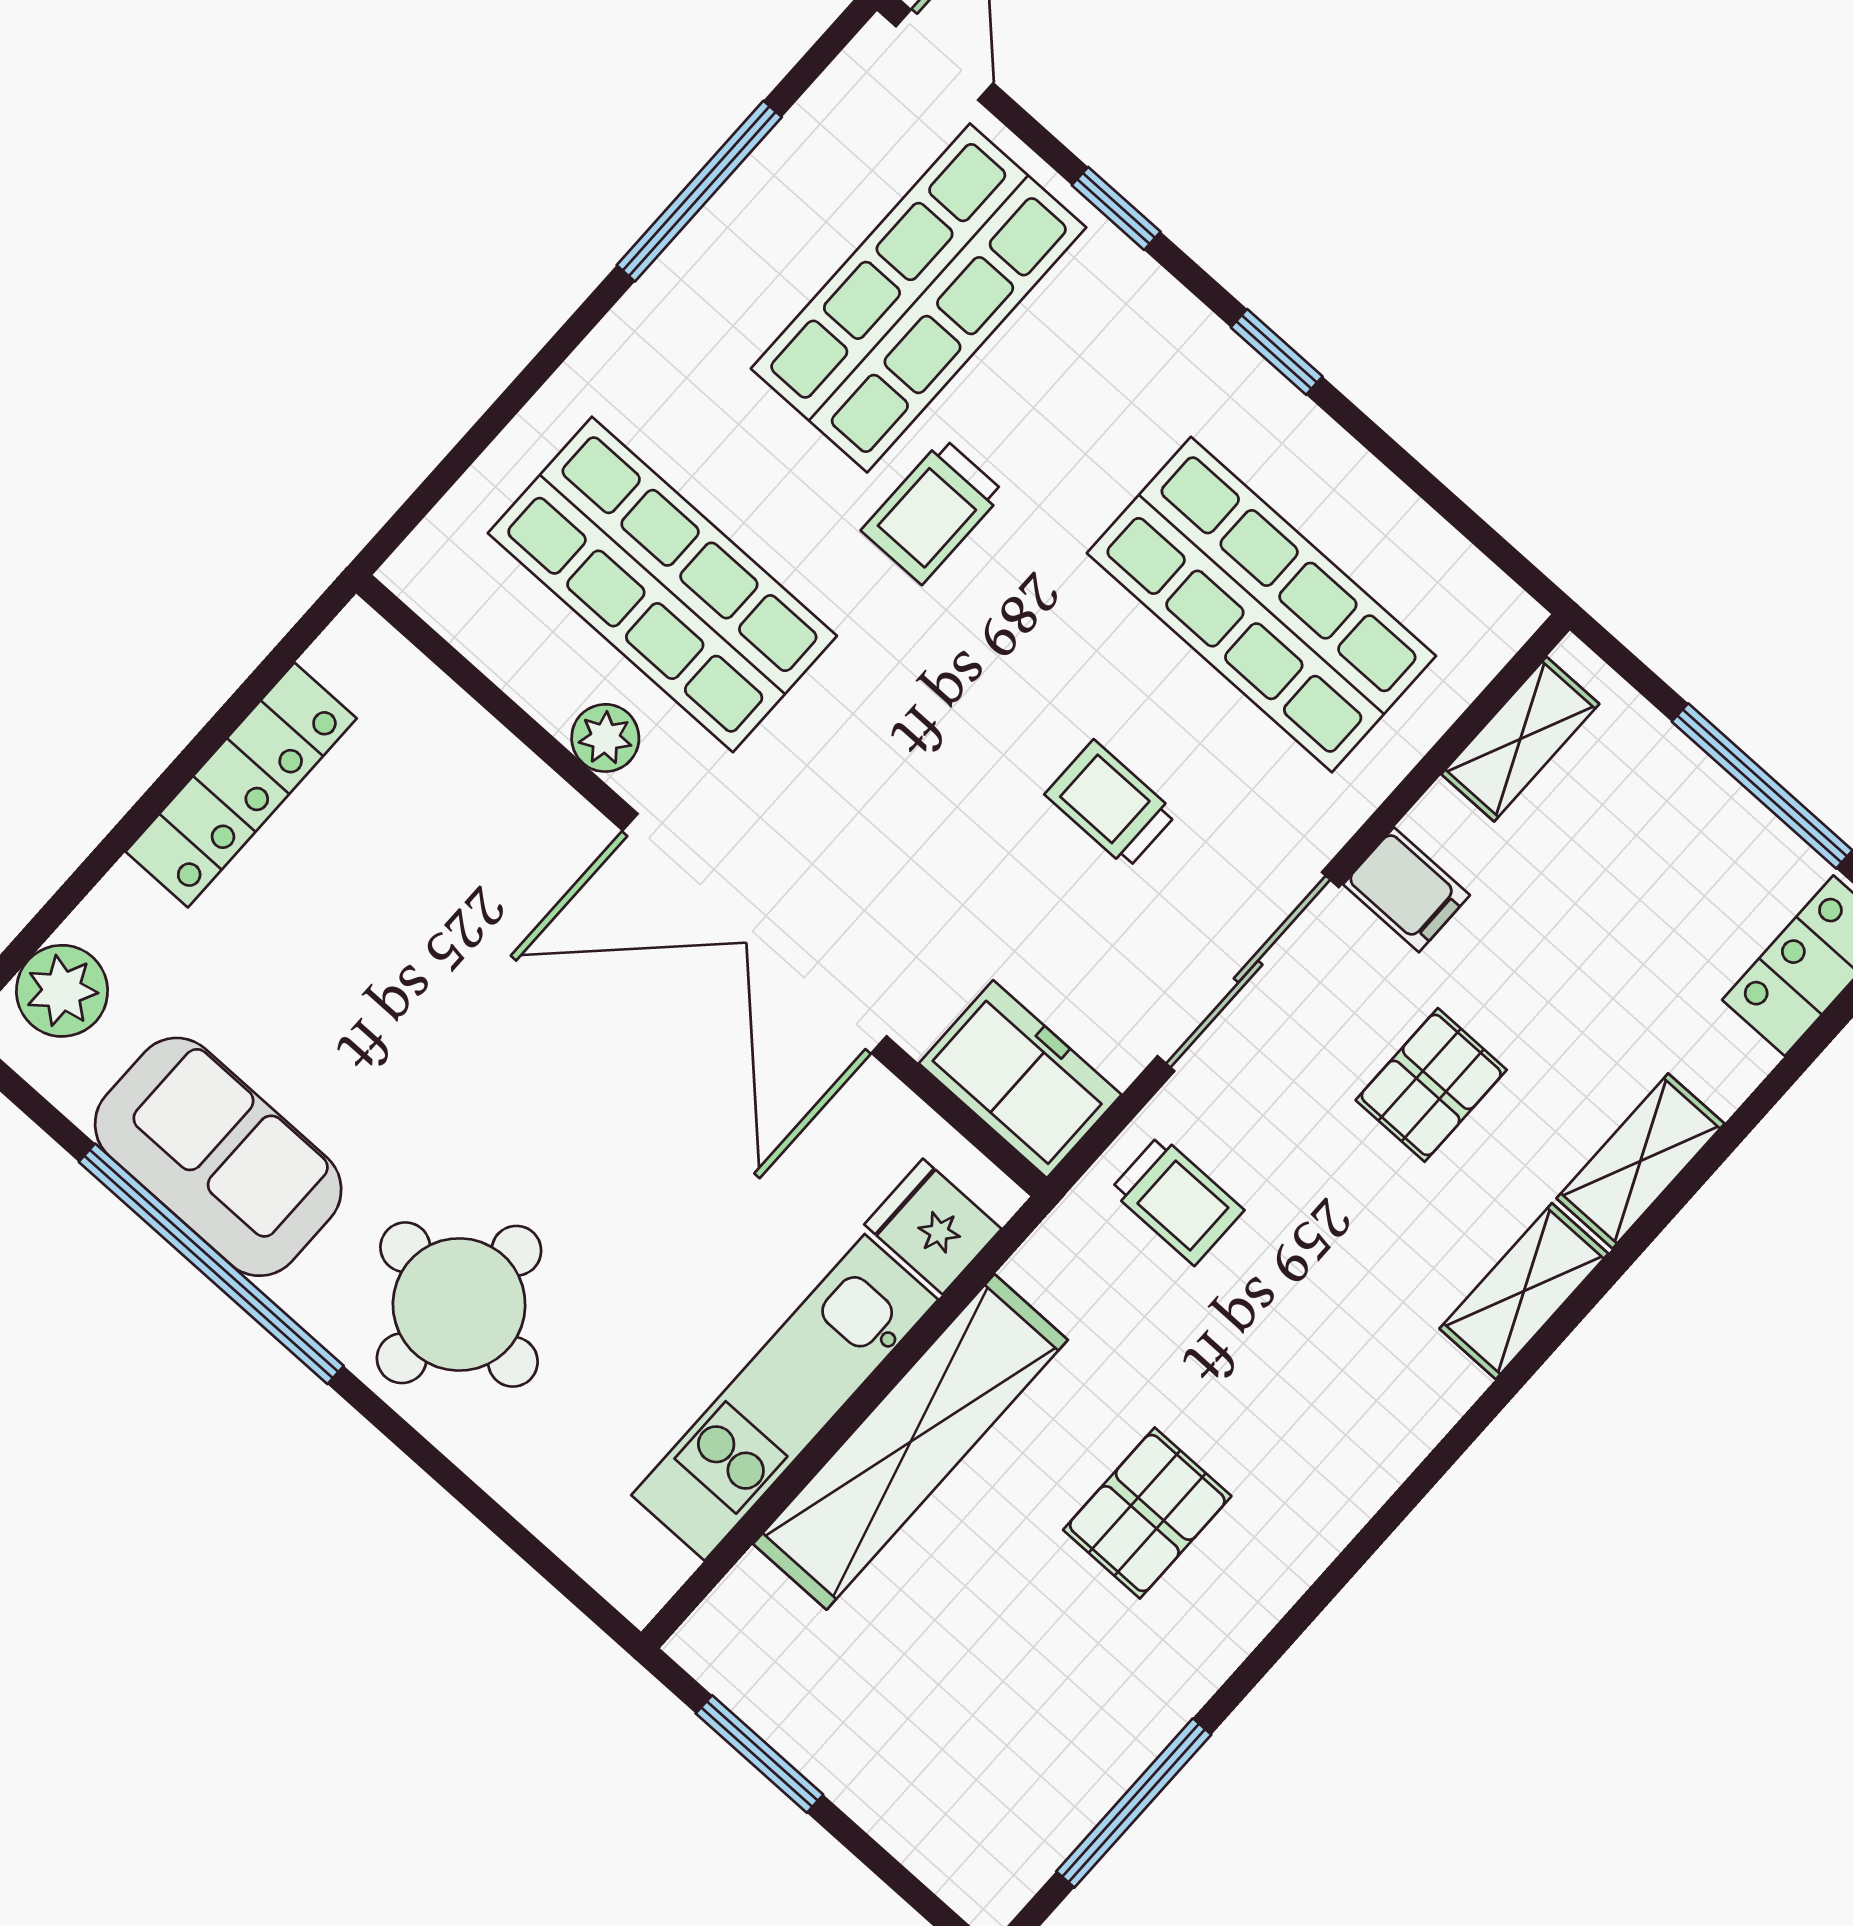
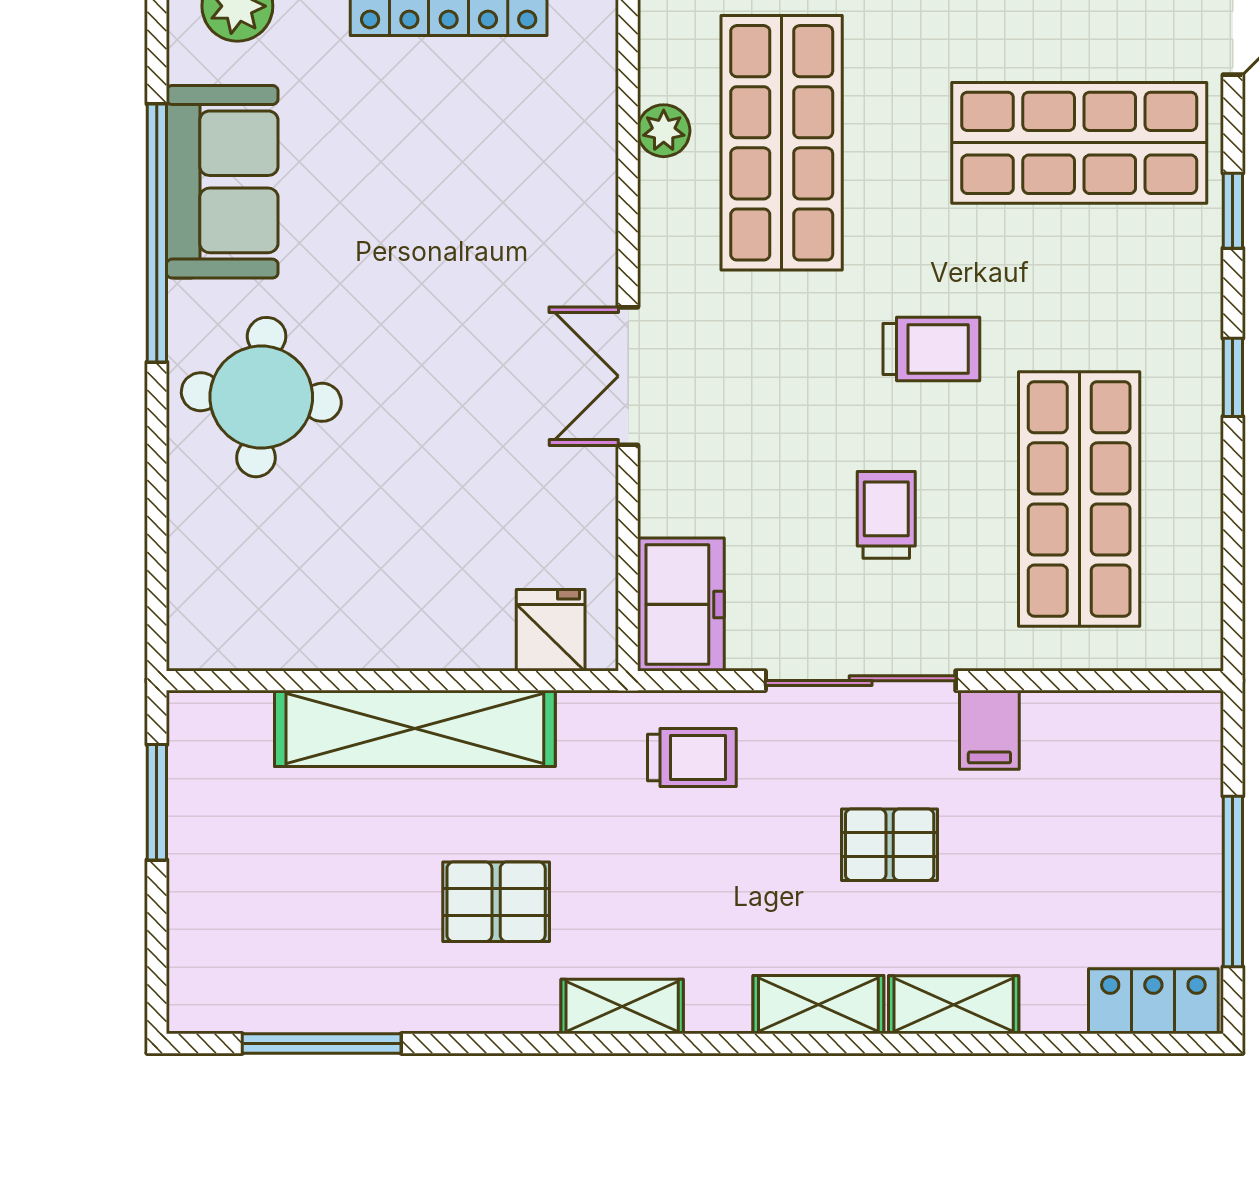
trolley: (933, 511) -> (931, 349), moved, turned 180
plant: (605, 738) -> (664, 131), moved
shelving: (1520, 739) -> (622, 1006), moved
double door: (755, 933) -> (628, 376), width x0.54
trolley: (1177, 1200) -> (692, 758), turned -90
kitchen unit: (785, 1397) -> (376, 633), removed

